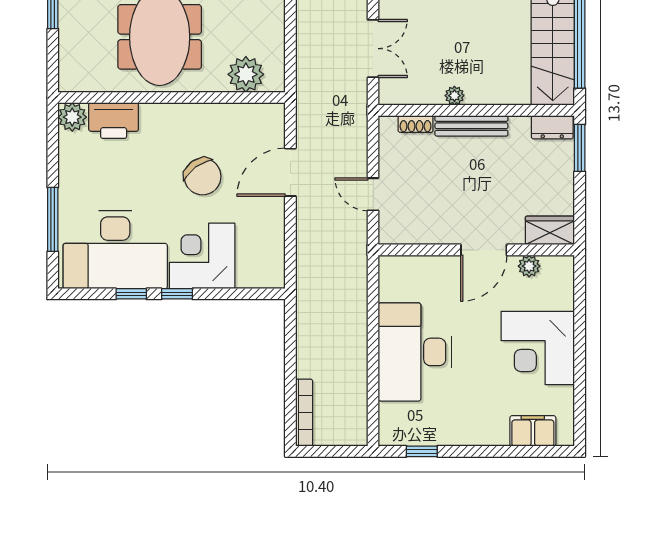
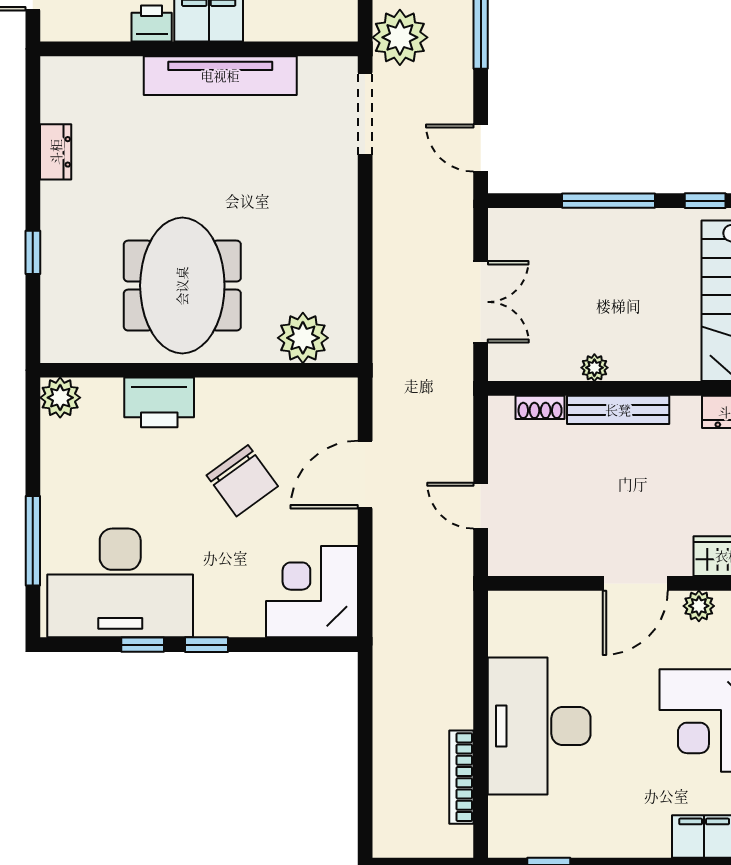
printer: (114, 121) -> (159, 402), moved
corner desk: (202, 256) -> (312, 592), moved
bookcase: (304, 413) -> (461, 777), moved, turned 180

